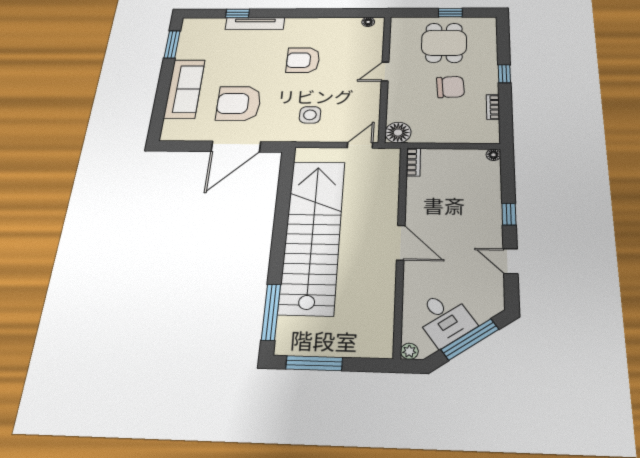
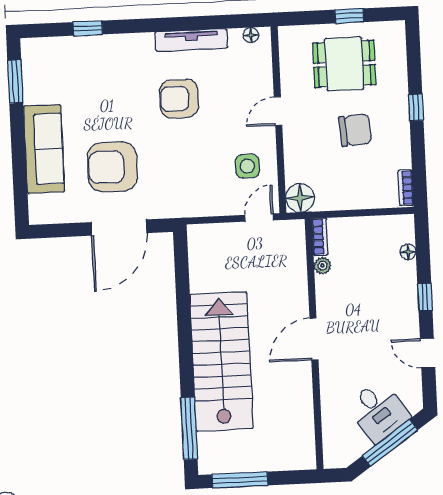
tv unit: (255, 23) -> (191, 40), moved
dining table: (444, 43) -> (344, 64), turned 90
bookcase: (493, 107) -> (406, 188), moved
side table: (310, 115) -> (247, 166), moved
floor lamp: (493, 155) -> (408, 252), moved
stairs: (313, 235) -> (221, 361), width x0.73
door: (401, 243) -> (314, 339), swing flipped
desk: (444, 318) -> (378, 411), moved
plant: (409, 351) -> (322, 266), moved

